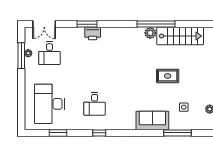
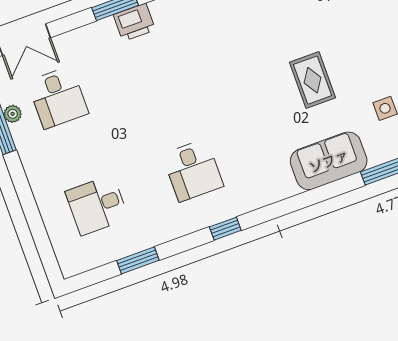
rug: (168, 76) -> (312, 80), moved, turned 90
desk: (49, 104) -> (97, 205), width x0.53, depth x0.77

